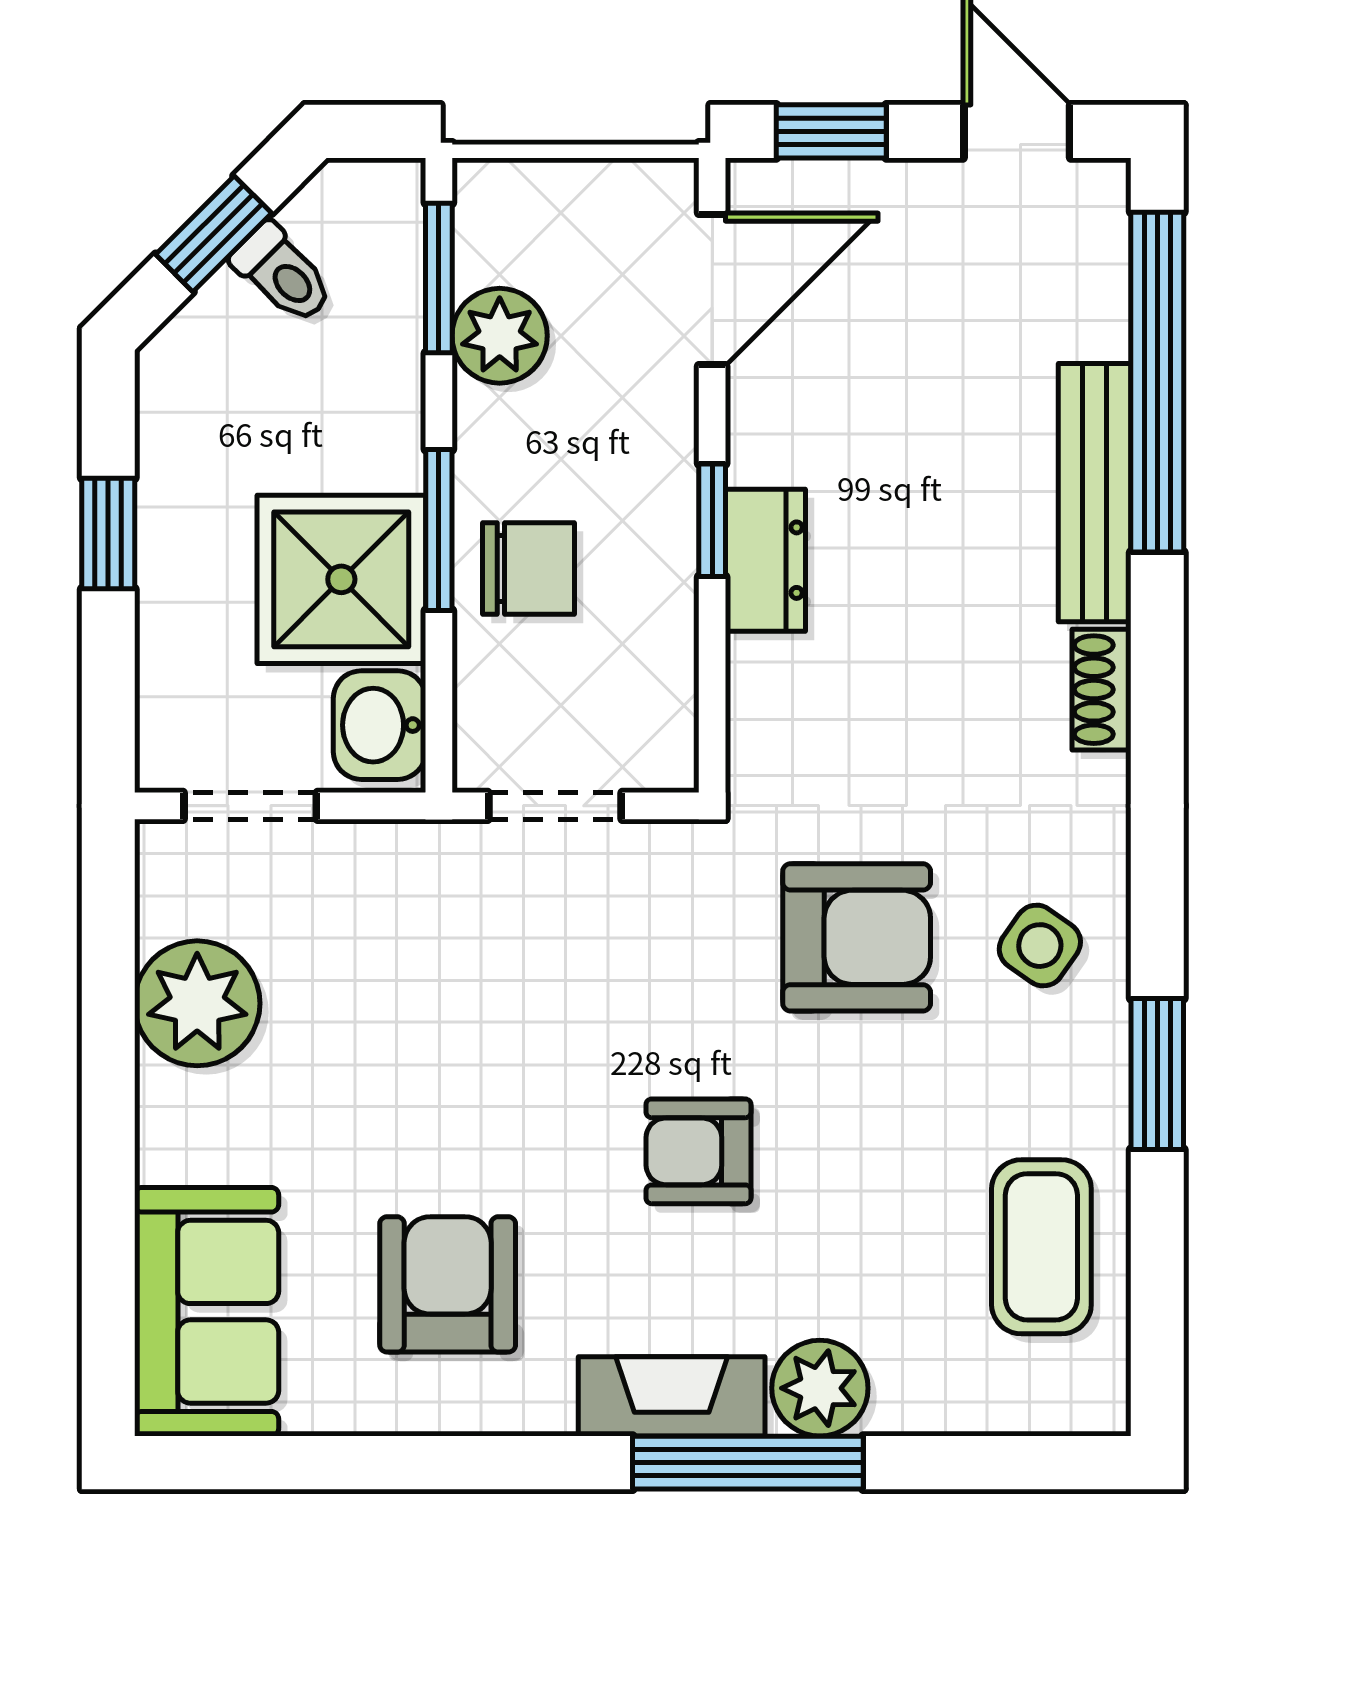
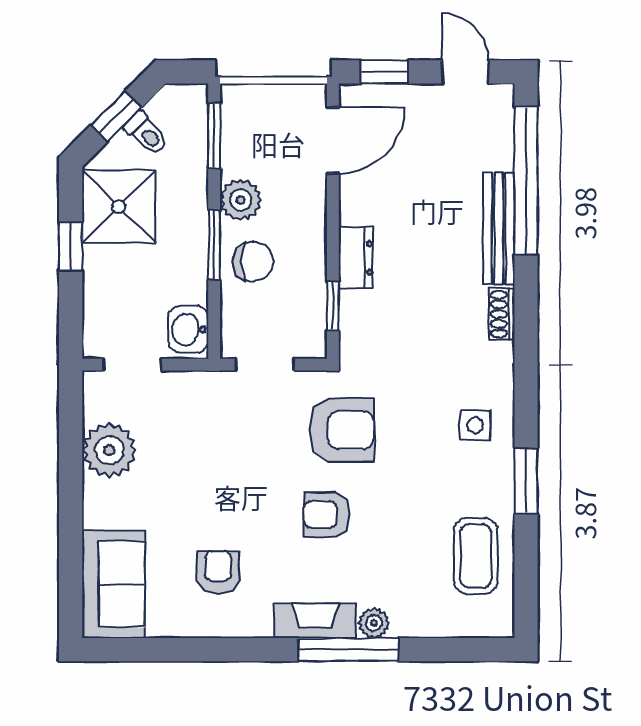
plant: (500, 336) -> (241, 200), moved
window: (712, 520) -> (333, 306), moved
shower: (341, 579) -> (119, 207), moved
armchair: (857, 937) -> (342, 430), moved
side table: (1040, 946) -> (475, 425), turned -35
armchair: (448, 1284) -> (218, 572), width x0.72, depth x0.72
plant: (820, 1388) -> (374, 623), width x0.73, depth x0.73

